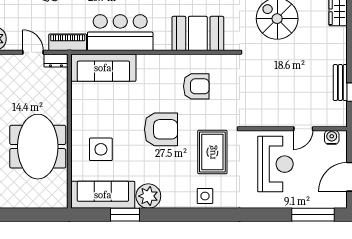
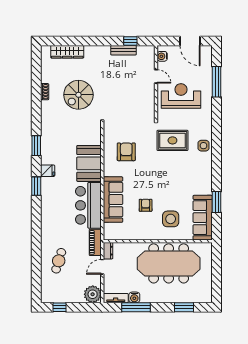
booth: (198, 33) -> (89, 163), moved
sofa: (103, 68) -> (113, 200), moved
armchair: (161, 129) -> (146, 205), moved, width x0.53, depth x0.53
meeting table: (38, 147) -> (169, 263), width x1.36
plant: (148, 196) -> (204, 186), removed
window: (313, 215) -> (217, 82), moved

